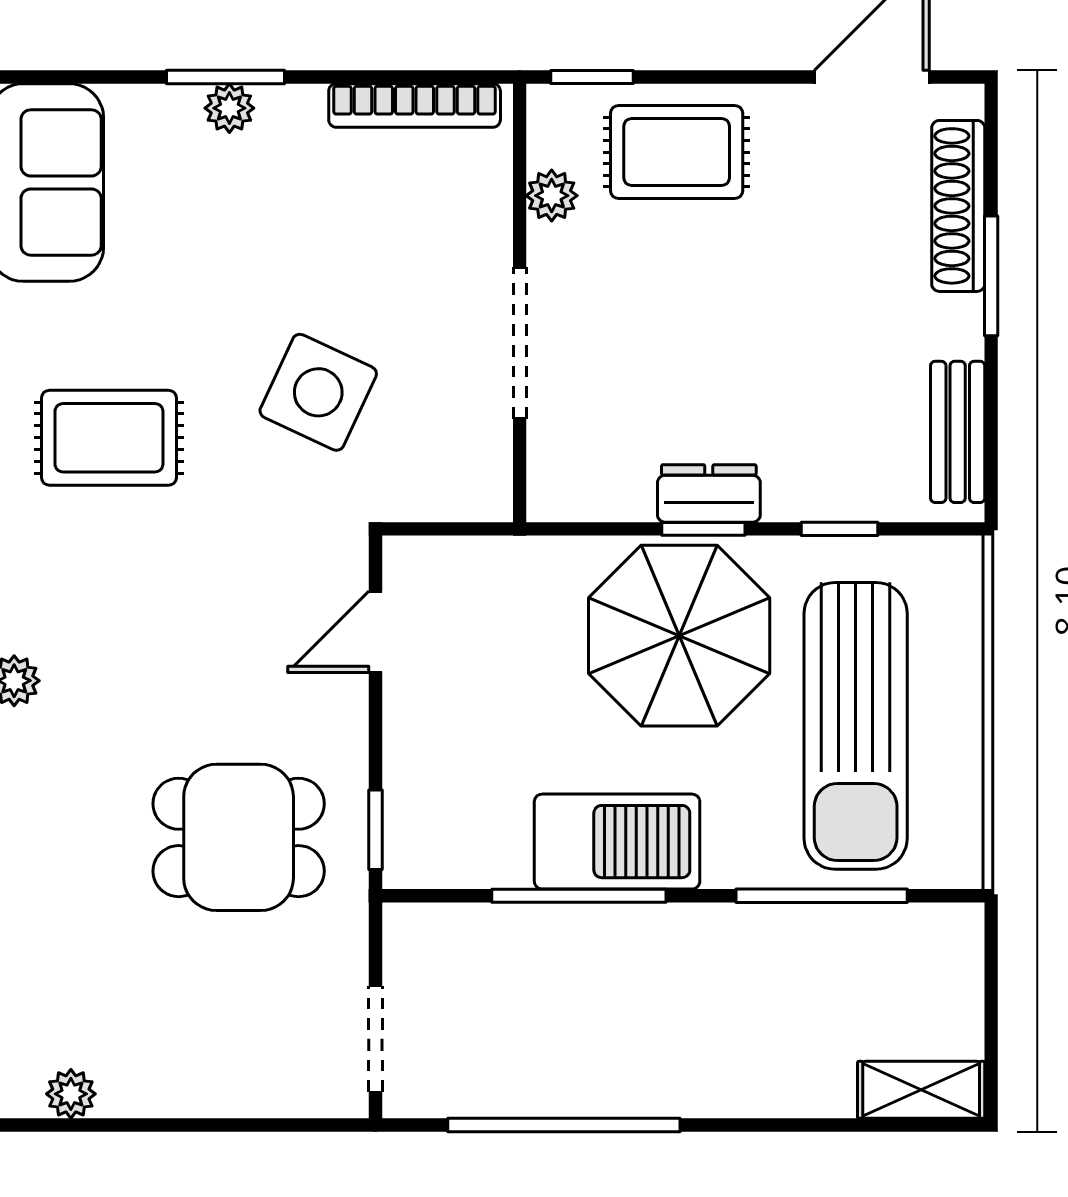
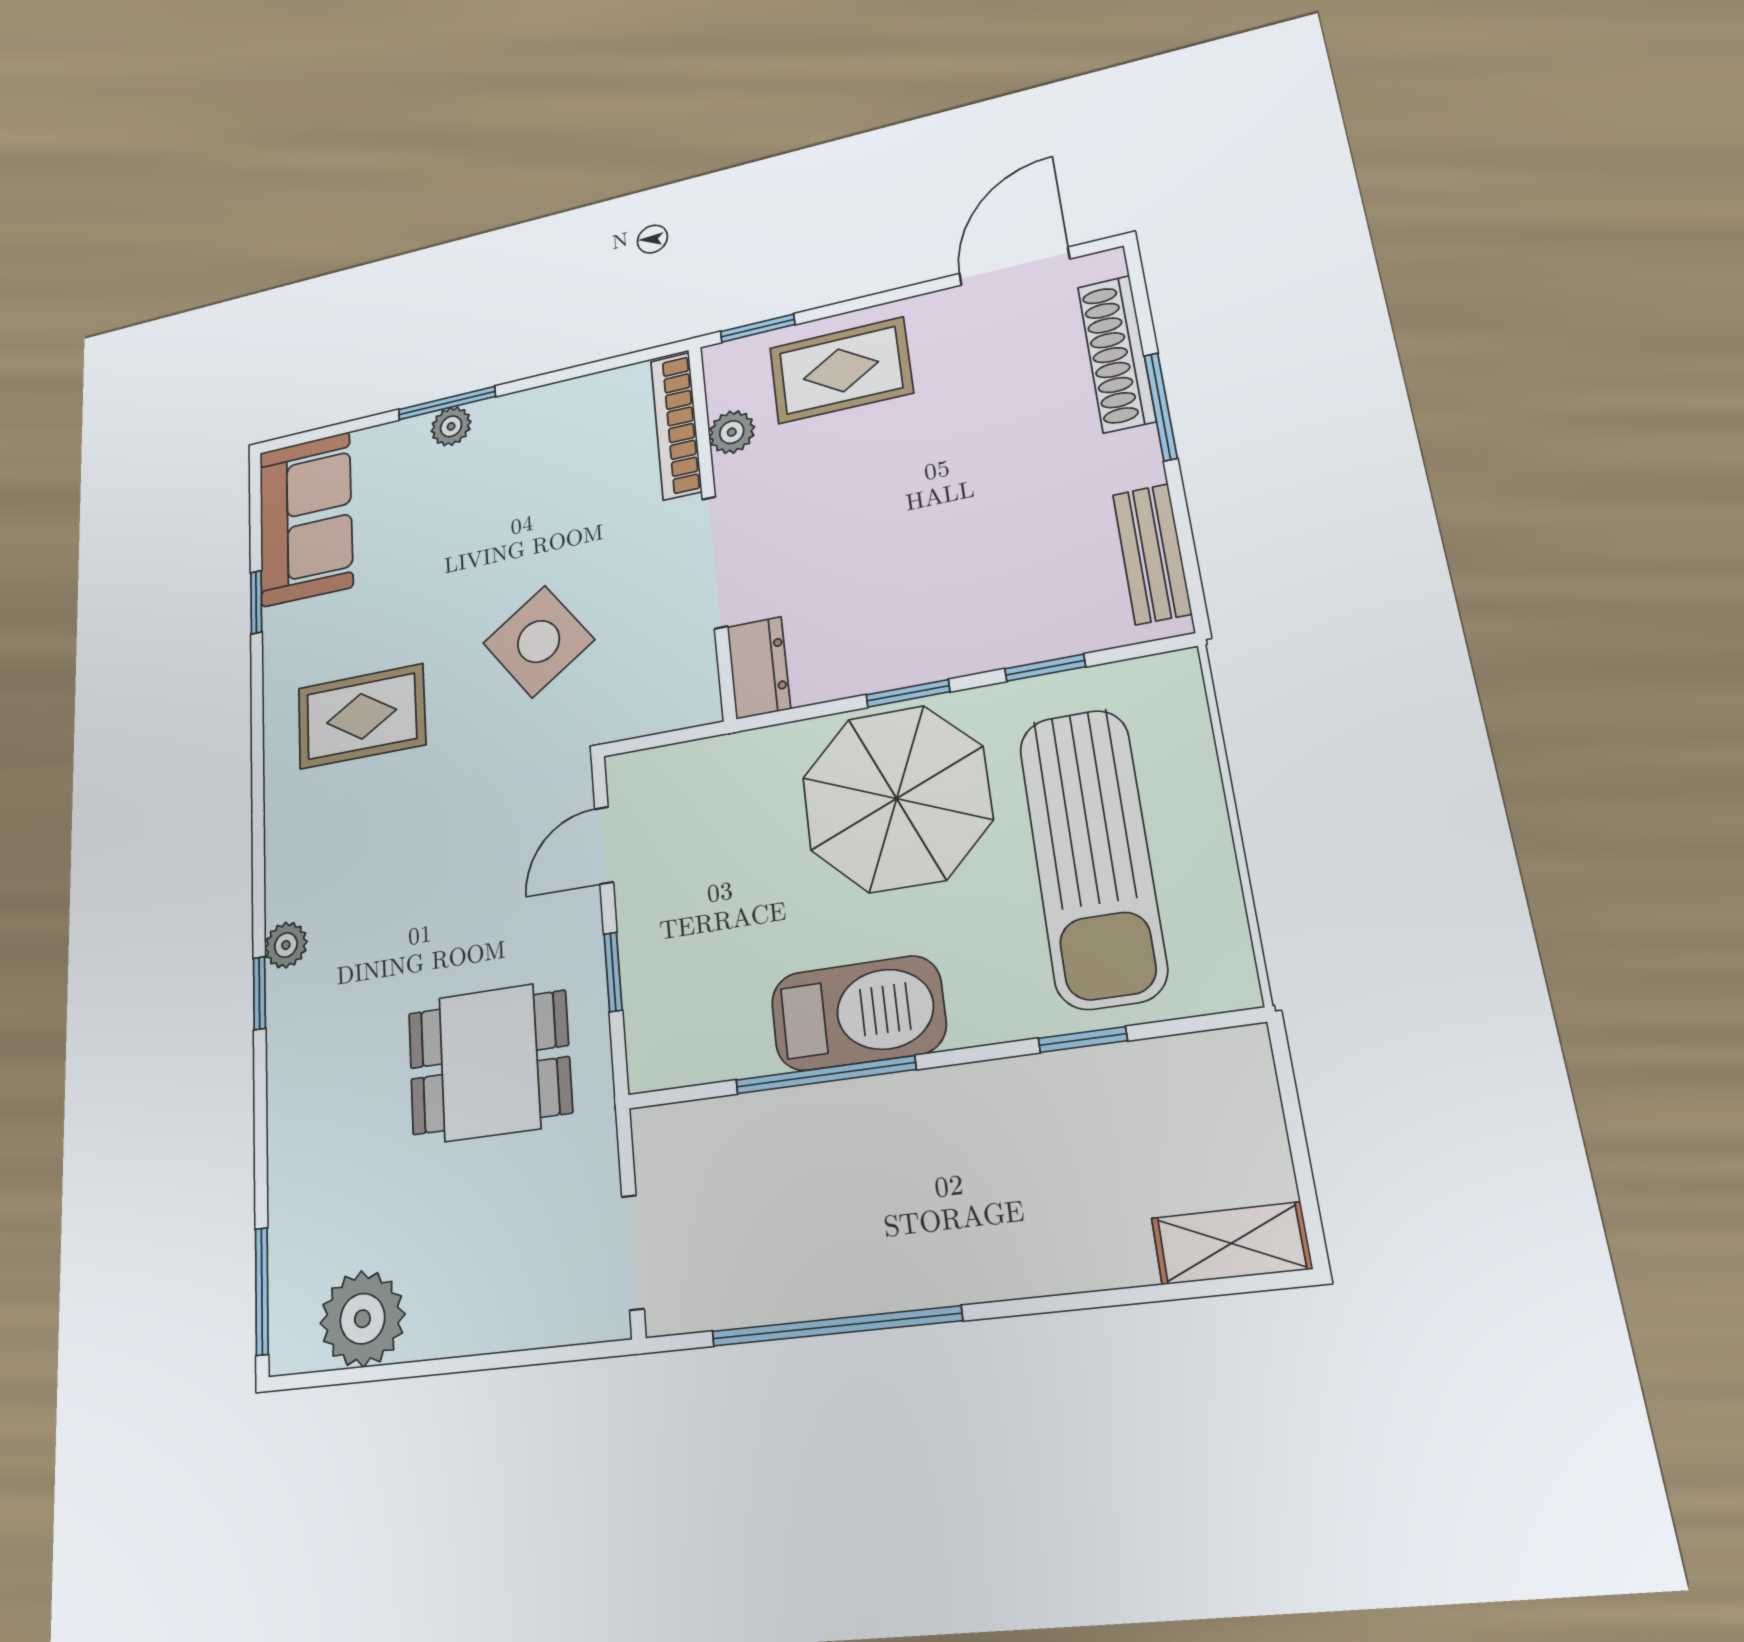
bookcase: (415, 105) -> (676, 426), moved, turned 90
side table: (318, 392) -> (539, 641), turned 30
dresser: (709, 494) -> (759, 668), moved, turned 90
window: (375, 830) -> (613, 972), moved
window: (822, 896) -> (1083, 1040), width x0.46
plant: (71, 1094) -> (362, 1319), width x1.87, depth x1.87

